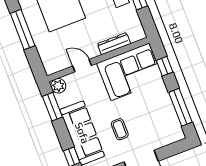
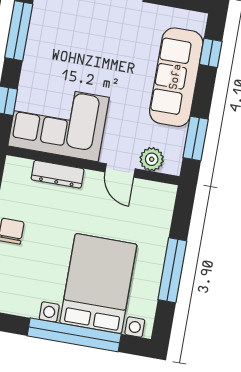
plant: (58, 86) -> (152, 159), moved
coffee table: (120, 129) -> (121, 51), removed

